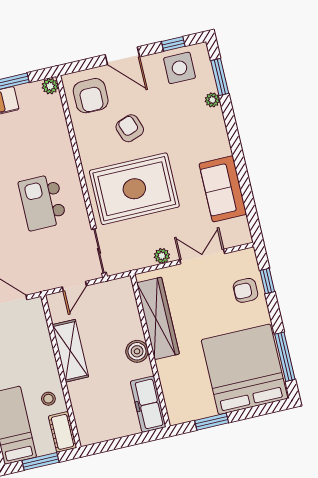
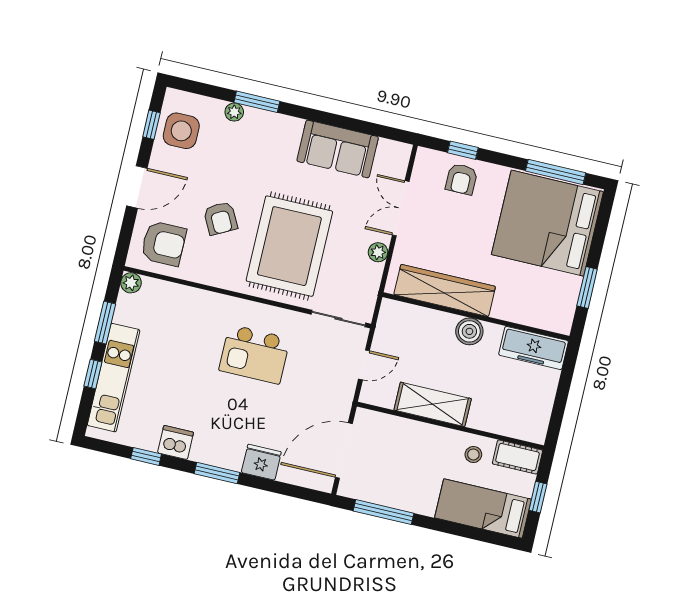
window: (220, 77) -> (257, 102), moved
armchair: (130, 128) -> (220, 218), turned -98
door: (74, 286) -> (364, 365), hinge flipped
window: (41, 461) -> (538, 497), width x0.67

